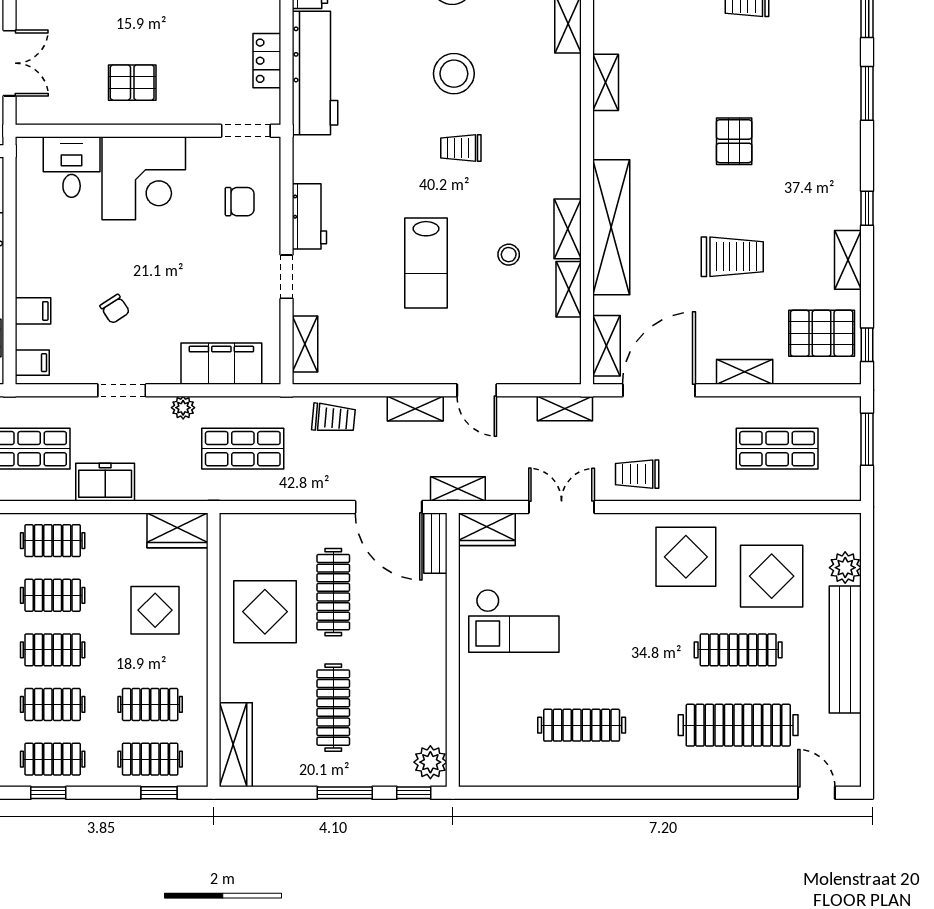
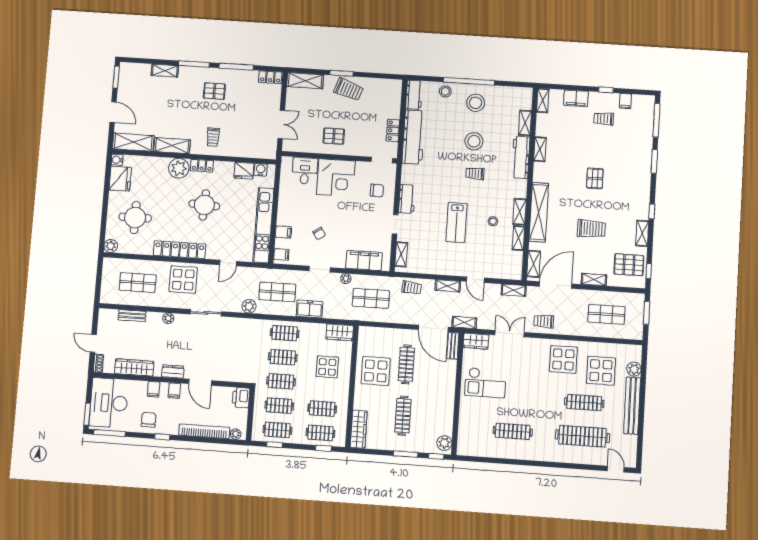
workbench: (563, 104) -> (521, 157), added

